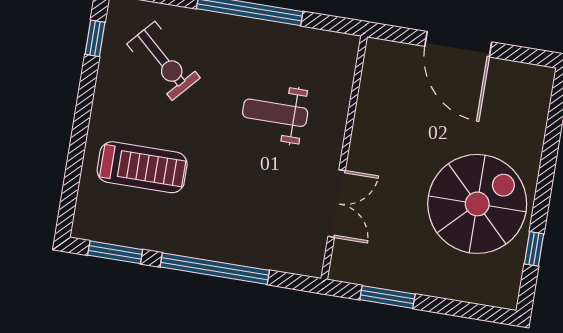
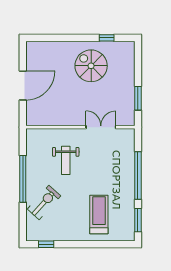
exercise bike: (164, 61) -> (44, 202), moved
spiral stairs: (477, 204) -> (91, 66), width x0.73, depth x0.73

